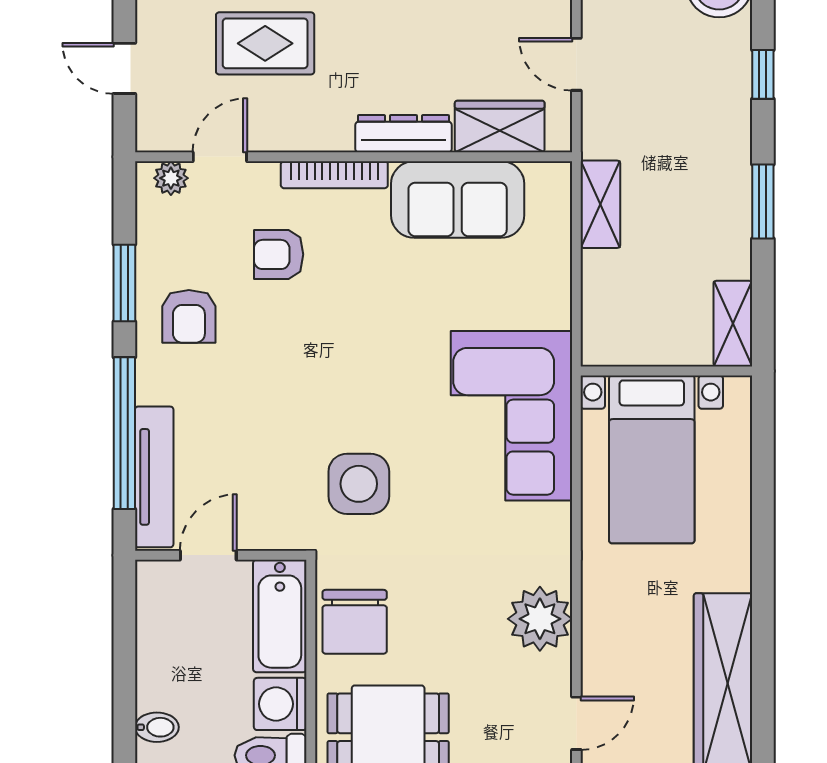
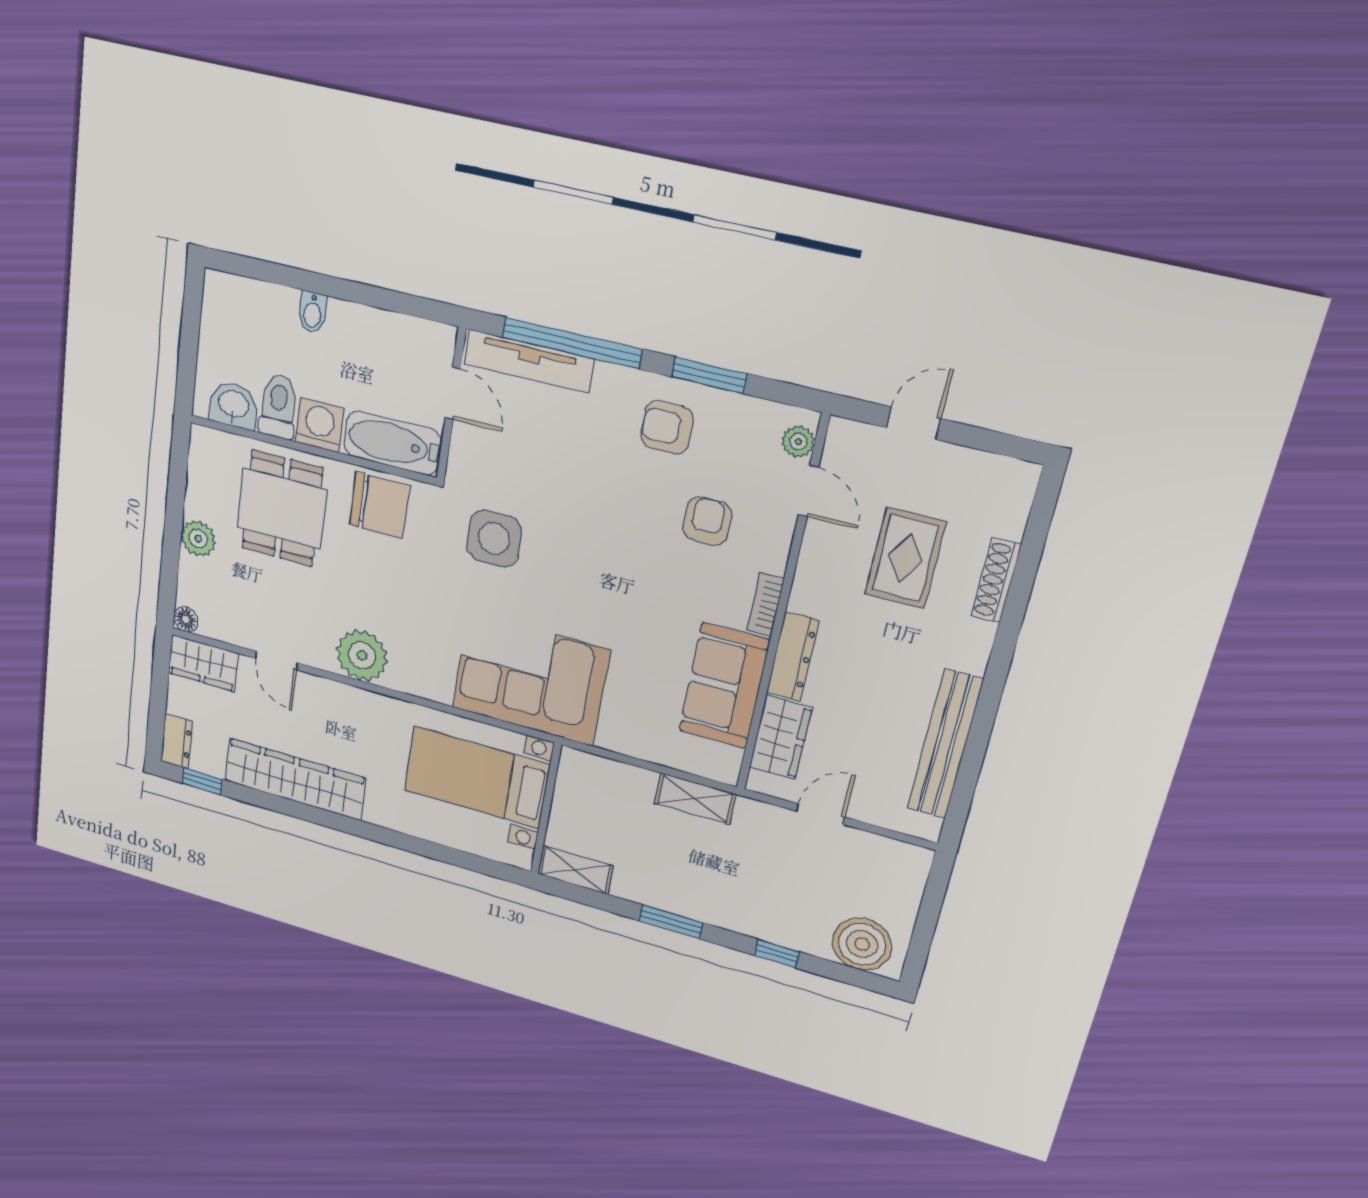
bookcase: (334, 175) -> (765, 604), width x0.64
chair: (355, 622) -> (379, 505), turned 180

